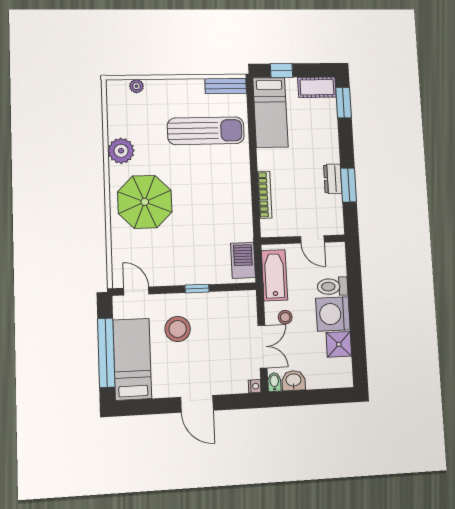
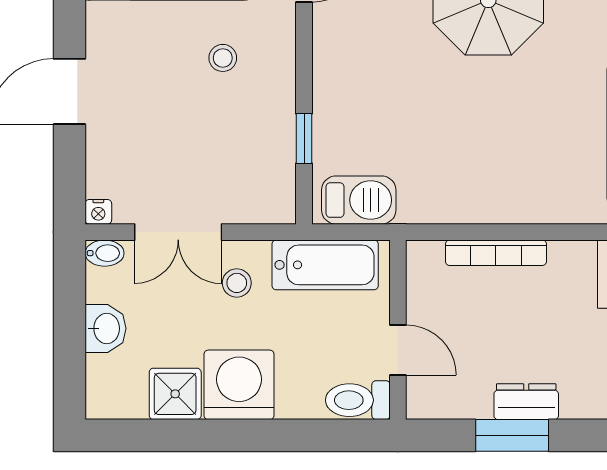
door: (312, 239) -> (398, 350), swing flipped
toilet: (333, 286) -> (358, 400), moved, turned -90
window: (197, 289) -> (304, 139), moved
stool: (178, 329) -> (223, 58), width x0.53, depth x0.53
washbasin: (294, 381) -> (105, 328), moved

